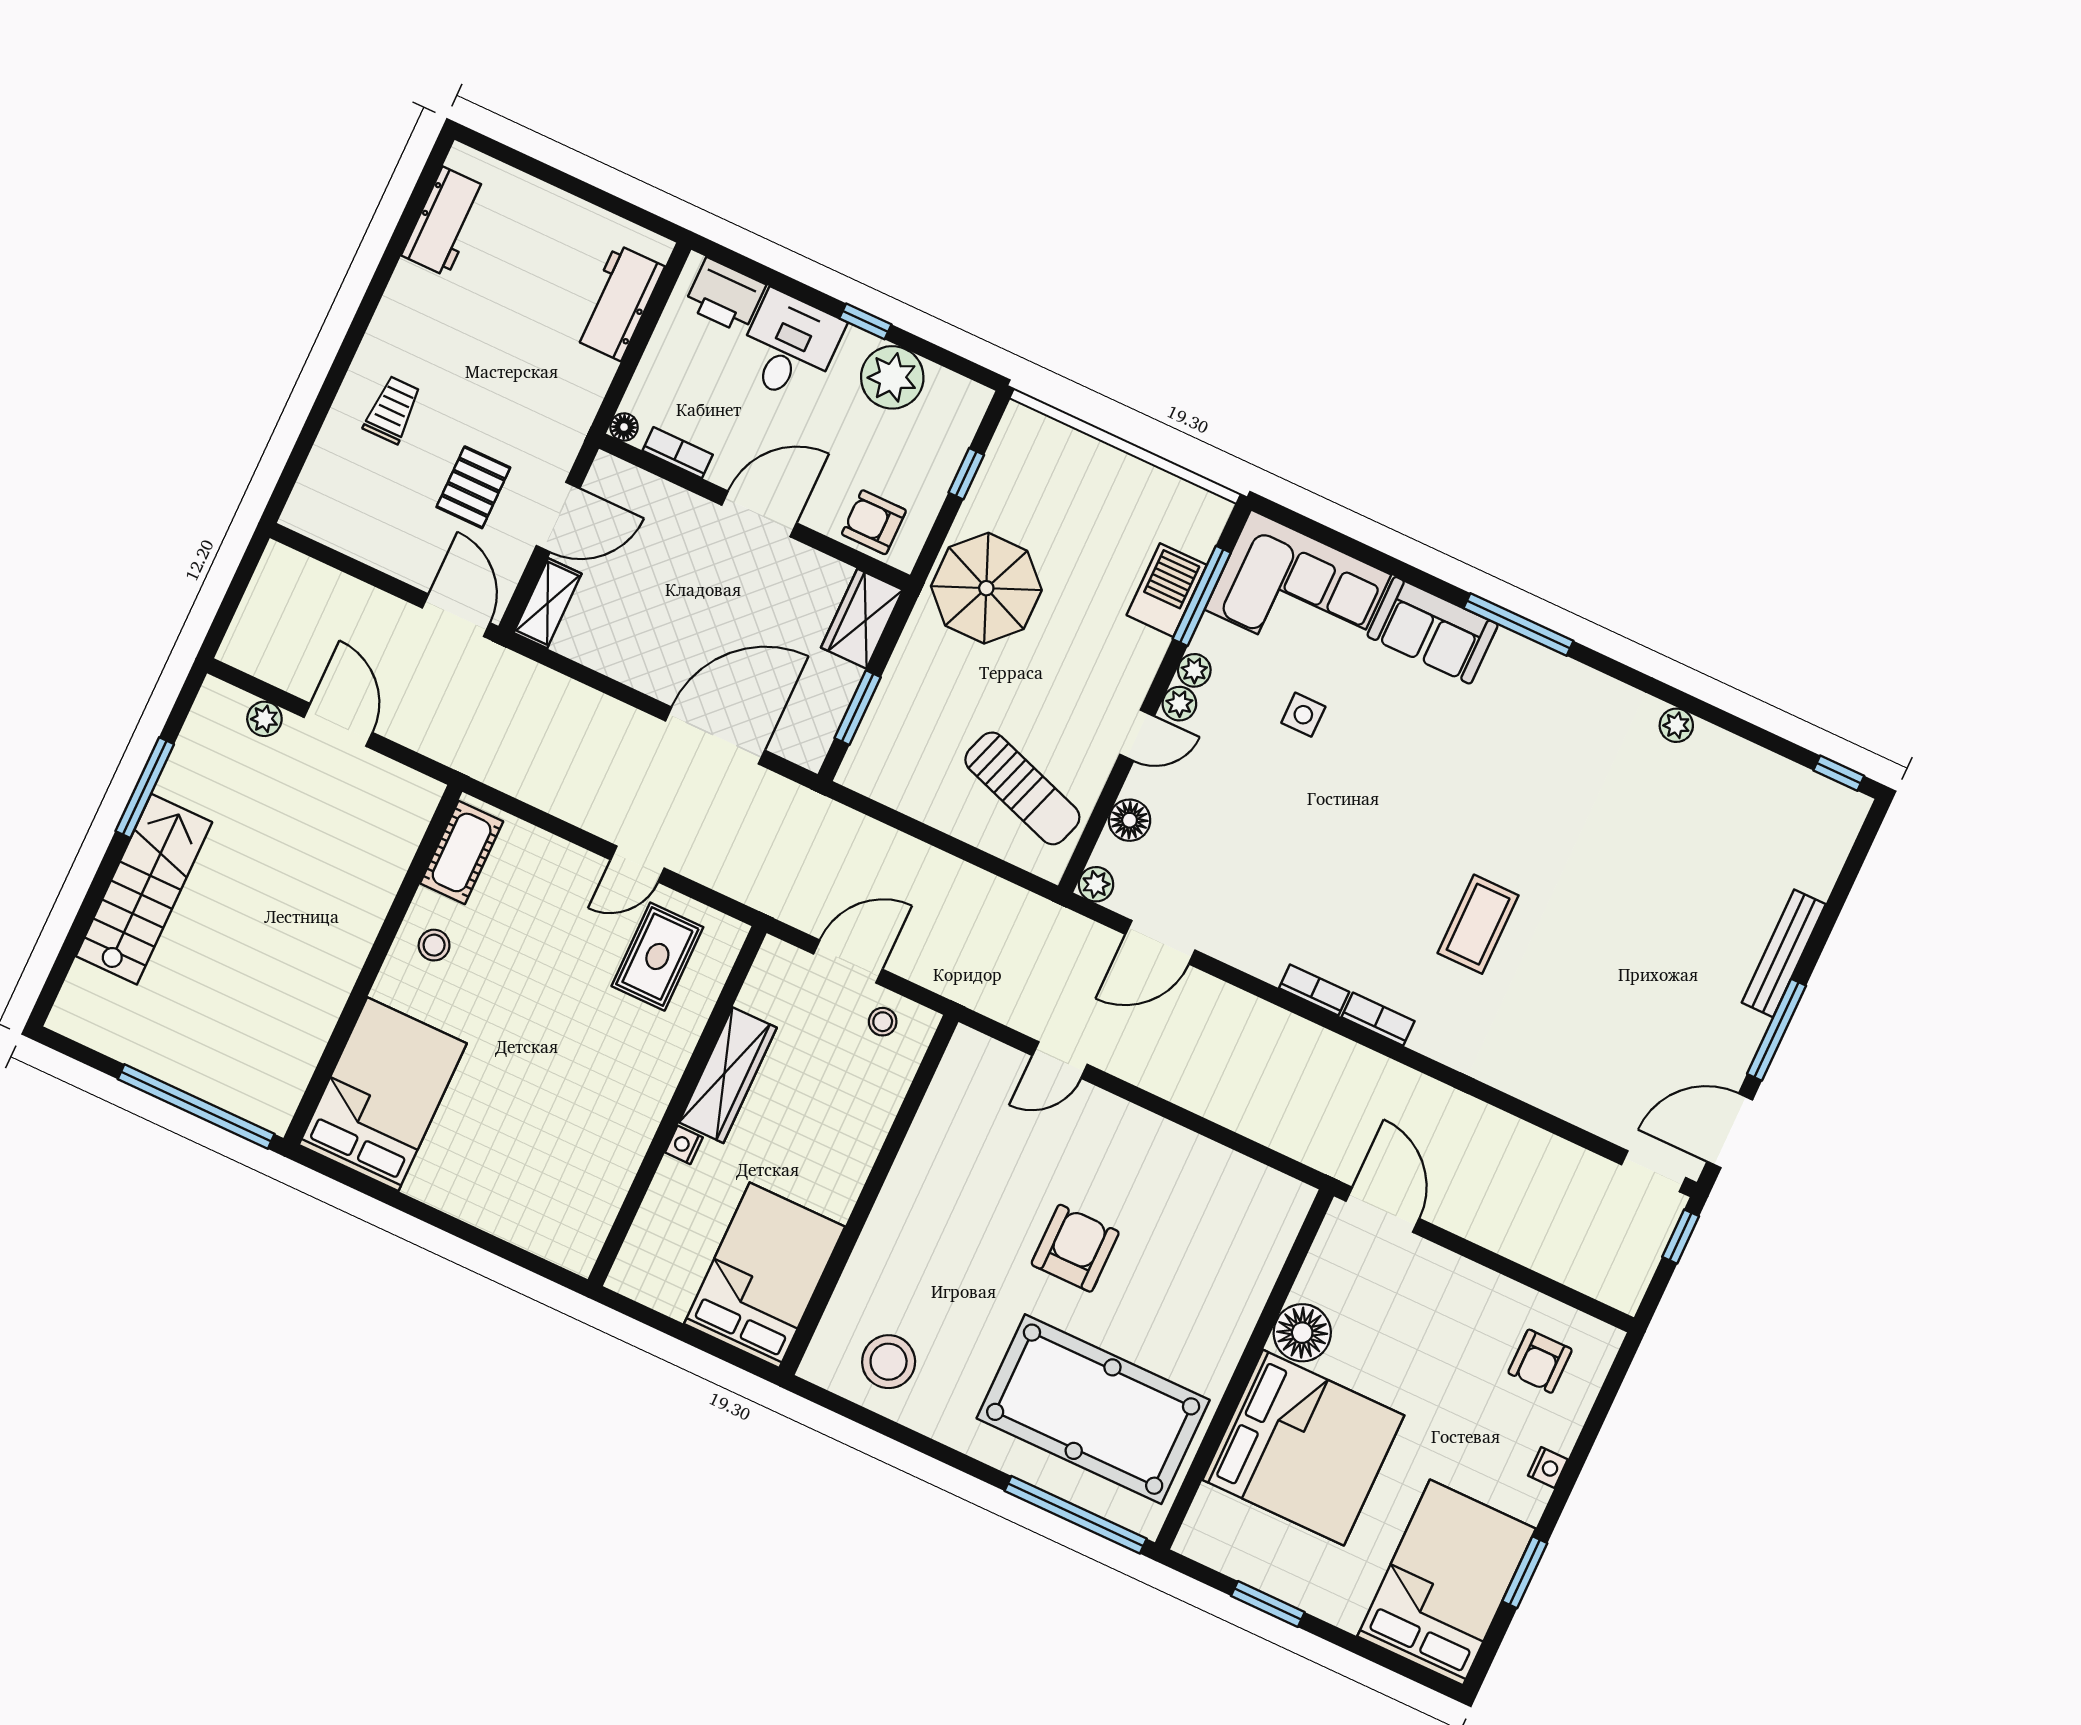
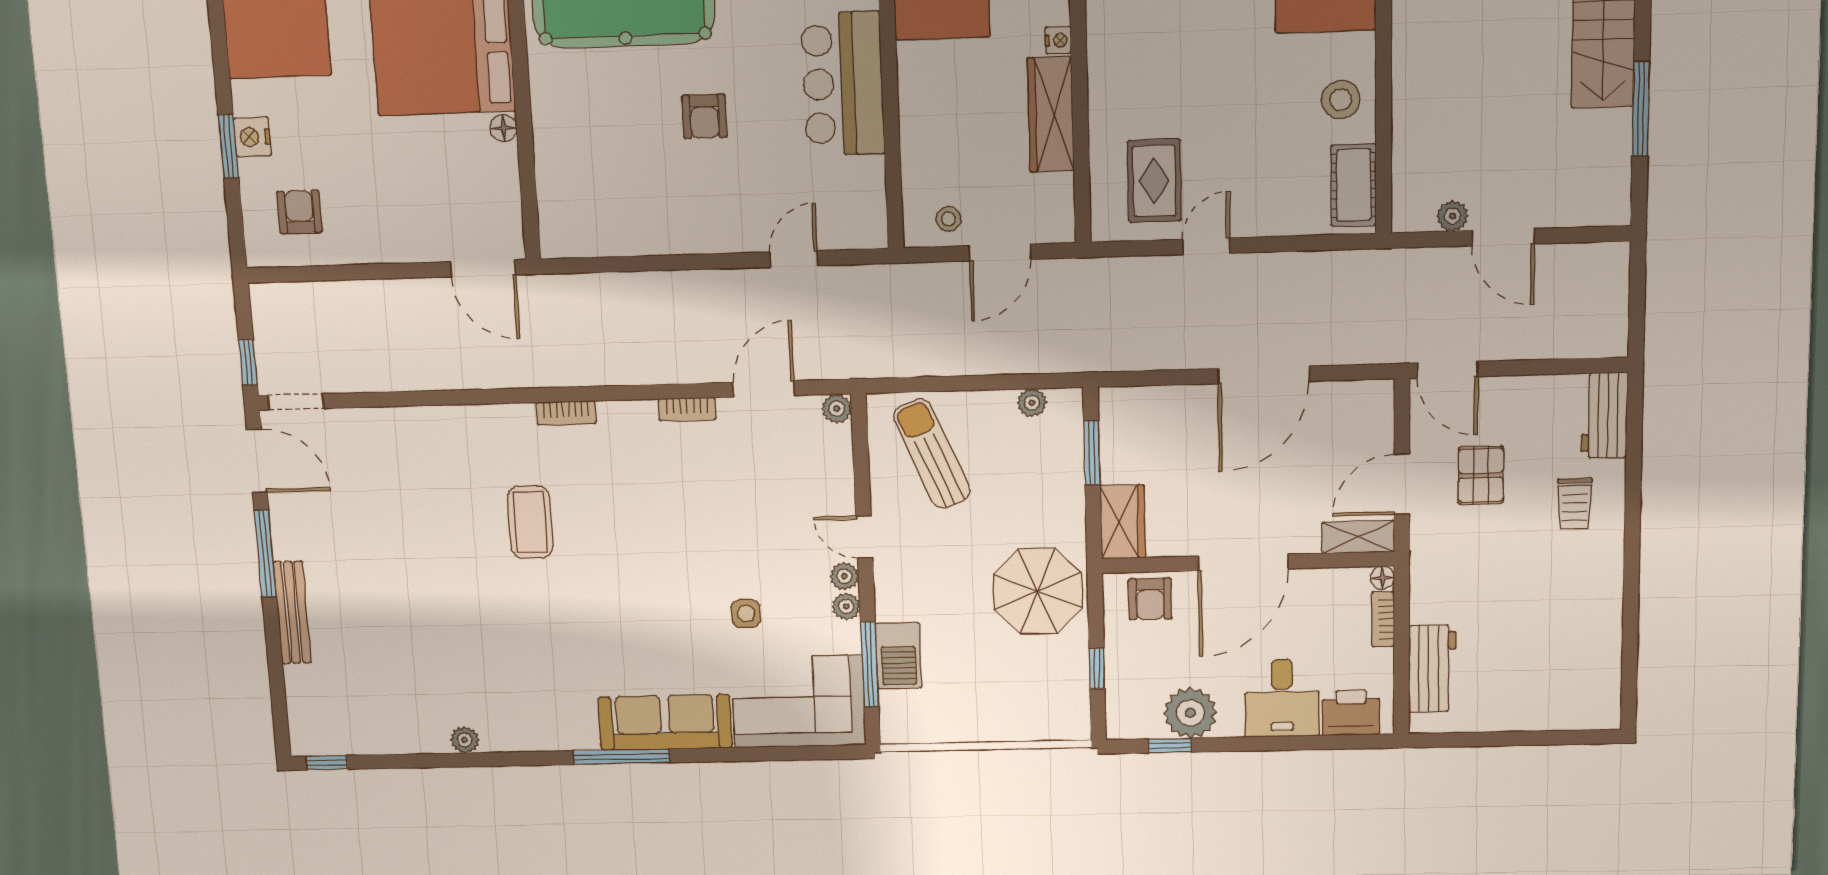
workbench: (445, 221) -> (1604, 415), moved
window: (865, 321) -> (1170, 746), moved
bookcase: (678, 453) -> (1383, 619), moved, turned 90
door: (759, 514) -> (1243, 562), width x1.36
armchair: (874, 522) -> (1150, 599), turned 90
shelving: (548, 603) -> (1358, 537), moved, turned 90
sofa: (1433, 630) -> (665, 722), width x1.36
plant: (264, 719) -> (1453, 216), moved
door: (1137, 735) -> (864, 537), hinge flipped
door: (715, 736) -> (1263, 375), moved
sun lounger: (1022, 788) -> (932, 454), turned 48
plant: (893, 791) -> (1032, 403), added
floor lamp: (1130, 820) -> (836, 470), removed
stool: (434, 945) -> (1341, 100), width x1.37, depth x1.37
bookcase: (1314, 990) -> (687, 409), moved
door: (1730, 1131) -> (257, 461), hinge flipped
bar counter: (919, 1210) -> (843, 84), added
armchair: (1075, 1248) -> (704, 116), width x0.72, depth x0.72
floor lamp: (1302, 1333) -> (504, 128), width x0.53, depth x0.53
nightstand: (1548, 1468) -> (252, 137), width x1.39, depth x1.35
window: (1525, 1572) -> (228, 146), moved

